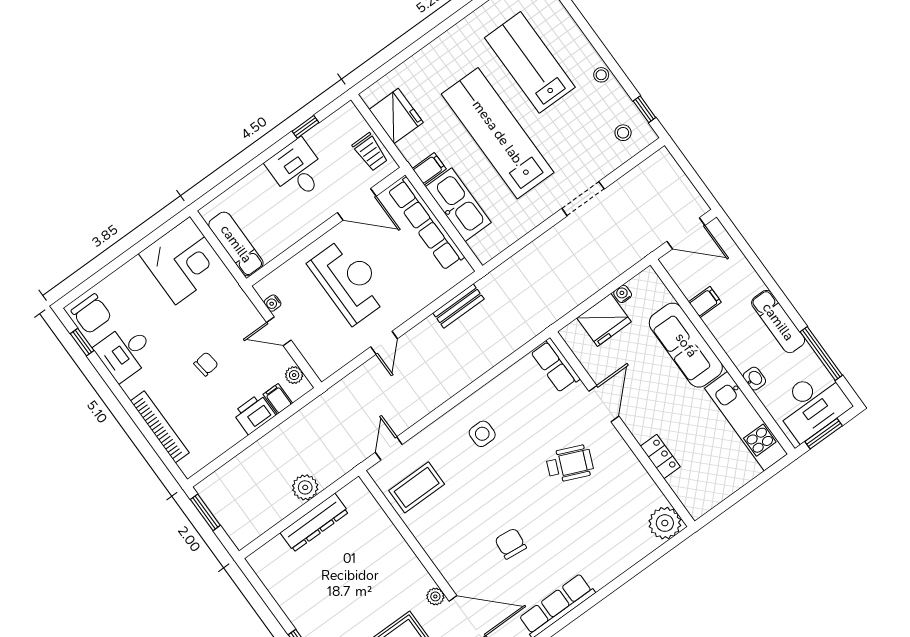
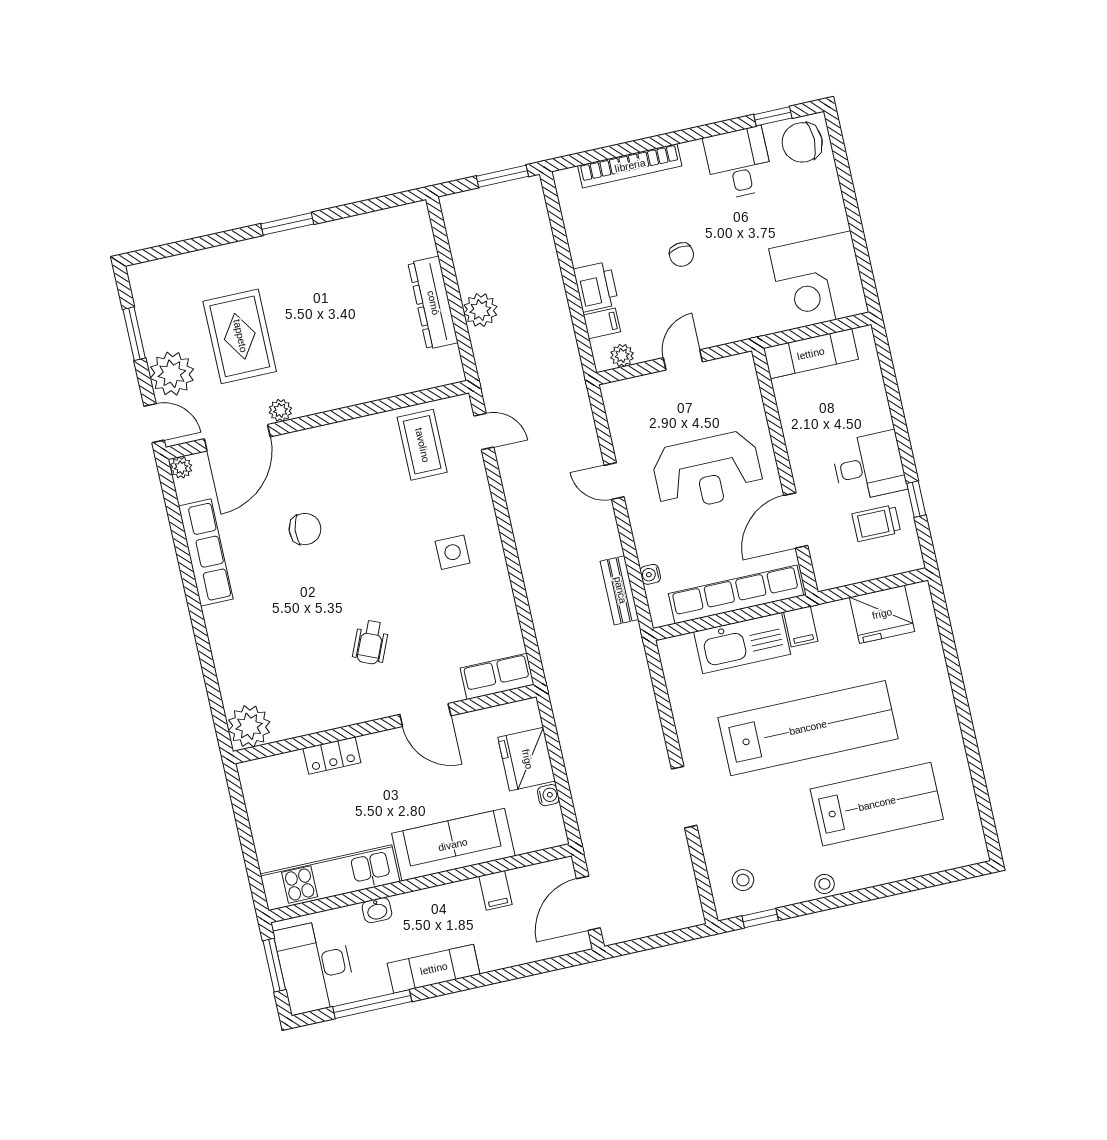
trolley: (370, 152) -> (876, 523), moved
water cooler: (273, 303) -> (650, 574), moved, turned -90
wheelchair: (570, 464) -> (371, 642), width x0.73, depth x0.73

